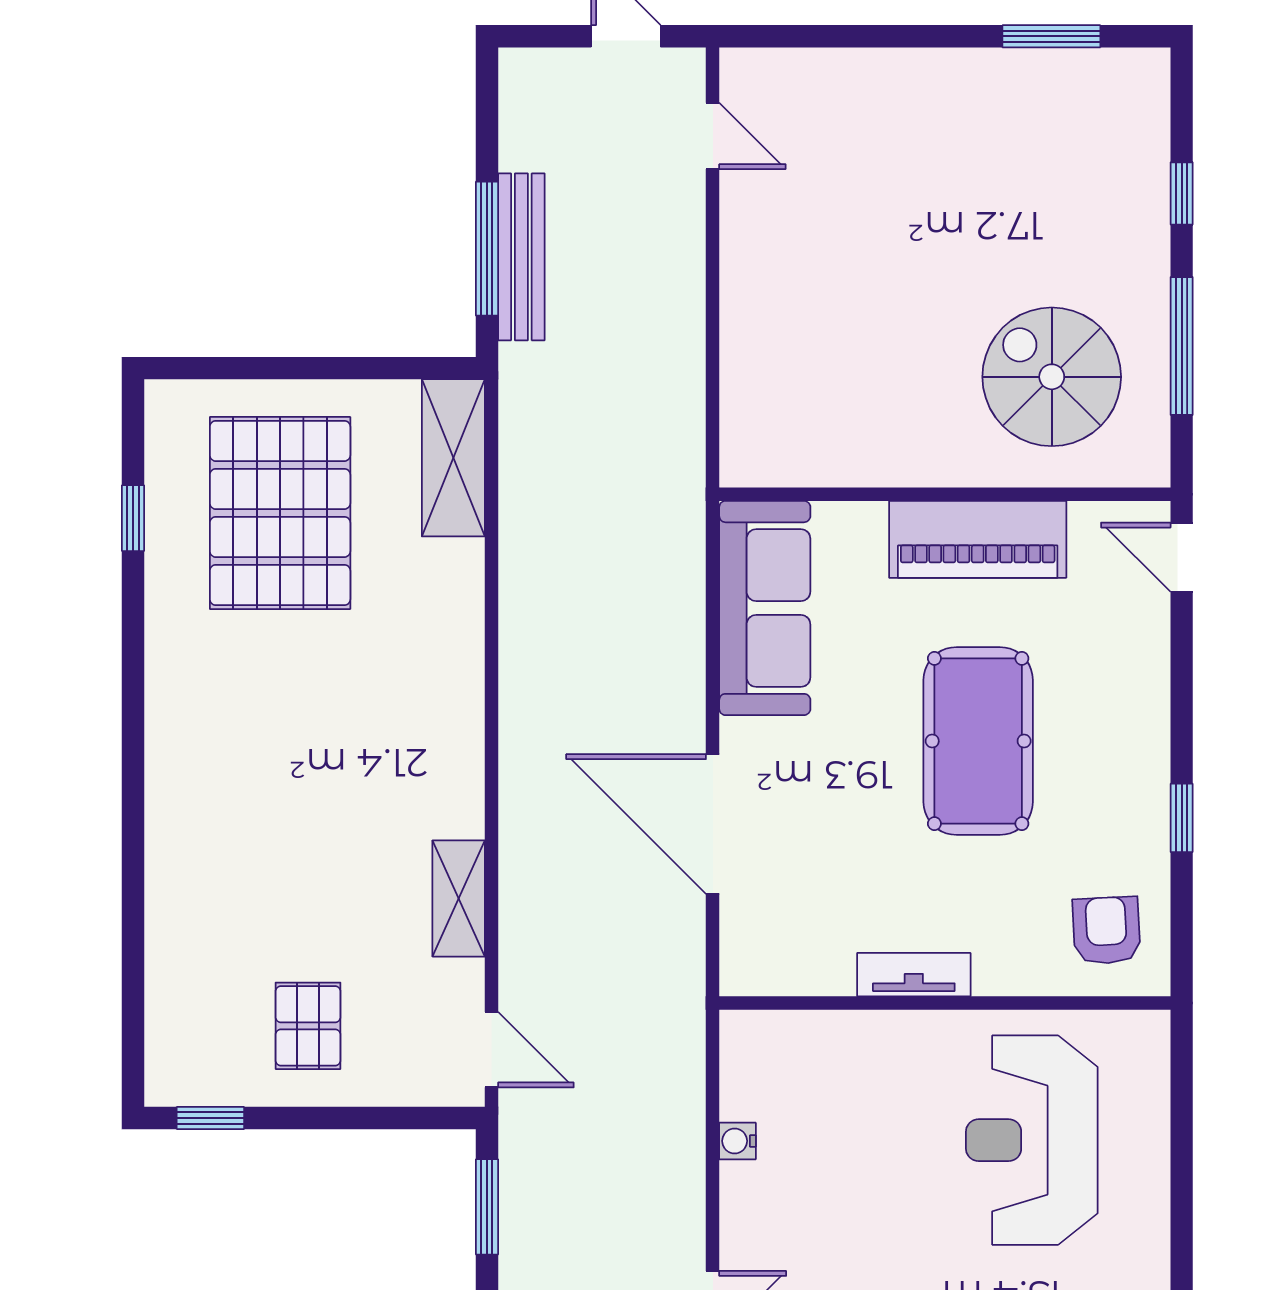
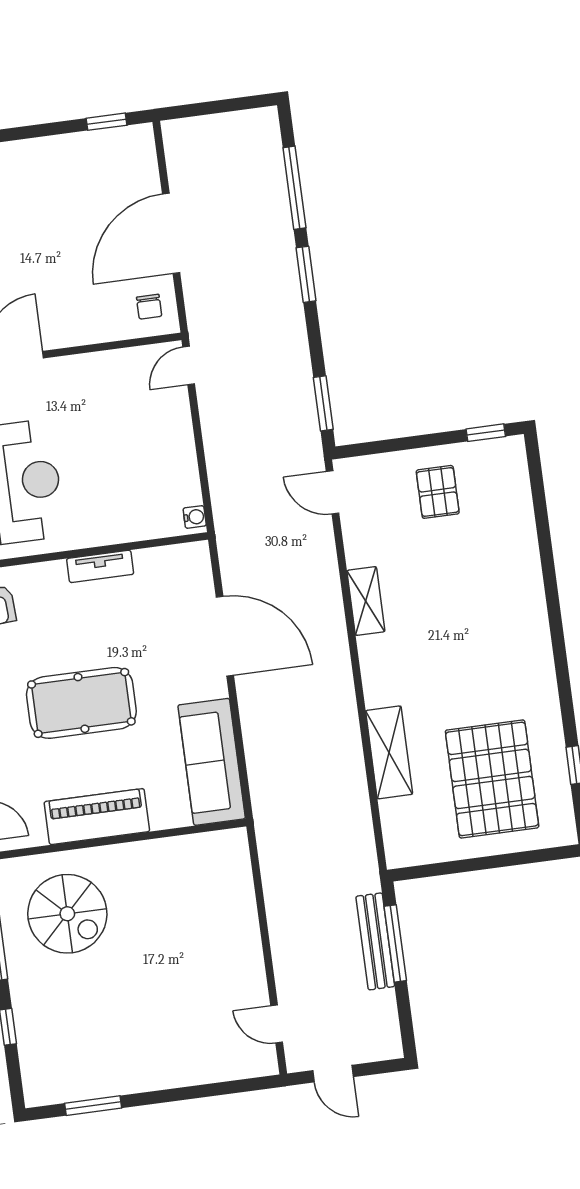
shelving: (453, 458) -> (389, 752), moved
pool table: (978, 741) -> (81, 703), turned 90
shelving: (459, 898) -> (366, 601), moved
water cooler: (738, 1141) -> (195, 517), moved

